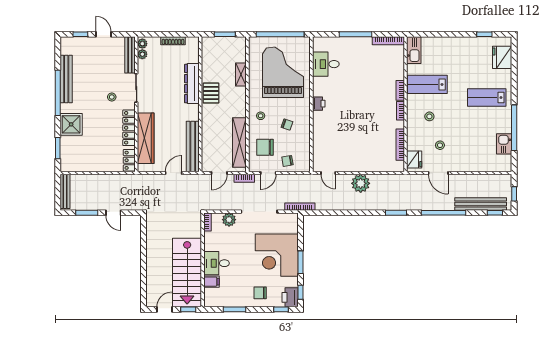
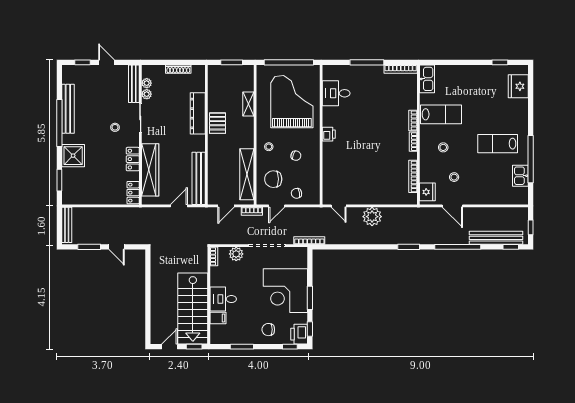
plant: (142, 44) -> (147, 94), moved
lab bench: (427, 84) -> (441, 114), turned 180
lab bench: (487, 98) -> (498, 144), moved
locker: (129, 128) -> (133, 159), width x0.66

